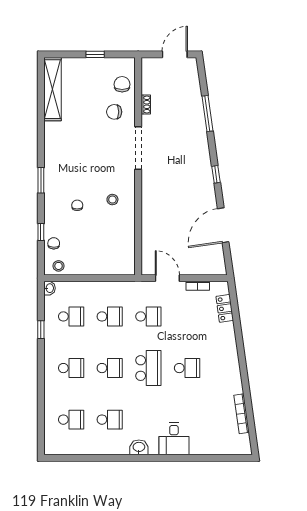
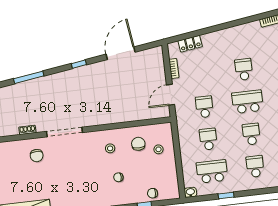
chair: (122, 84) -> (138, 144), moved, turned 90
door: (223, 225) -> (121, 53), swing flipped
stool: (59, 266) -> (159, 149), moved
school desk: (71, 316) -> (212, 171), width x1.85

